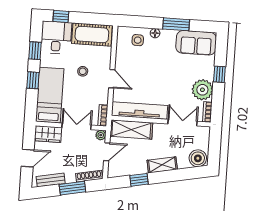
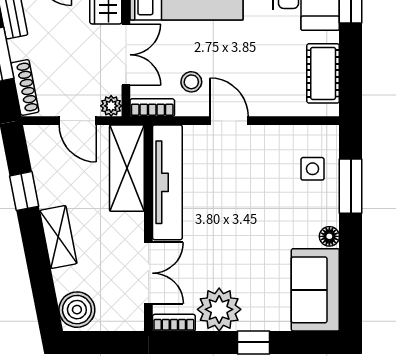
window: (176, 24) -> (351, 186), moved
floor lamp: (155, 33) -> (329, 236), moved
cot: (92, 35) -> (323, 73), width x0.73, depth x0.75
stool: (83, 71) -> (191, 82), moved
door: (112, 79) -> (229, 121), swing flipped

